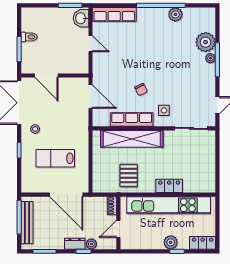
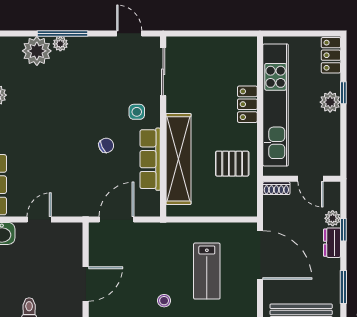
door: (66, 195) -> (260, 255), hinge flipped

